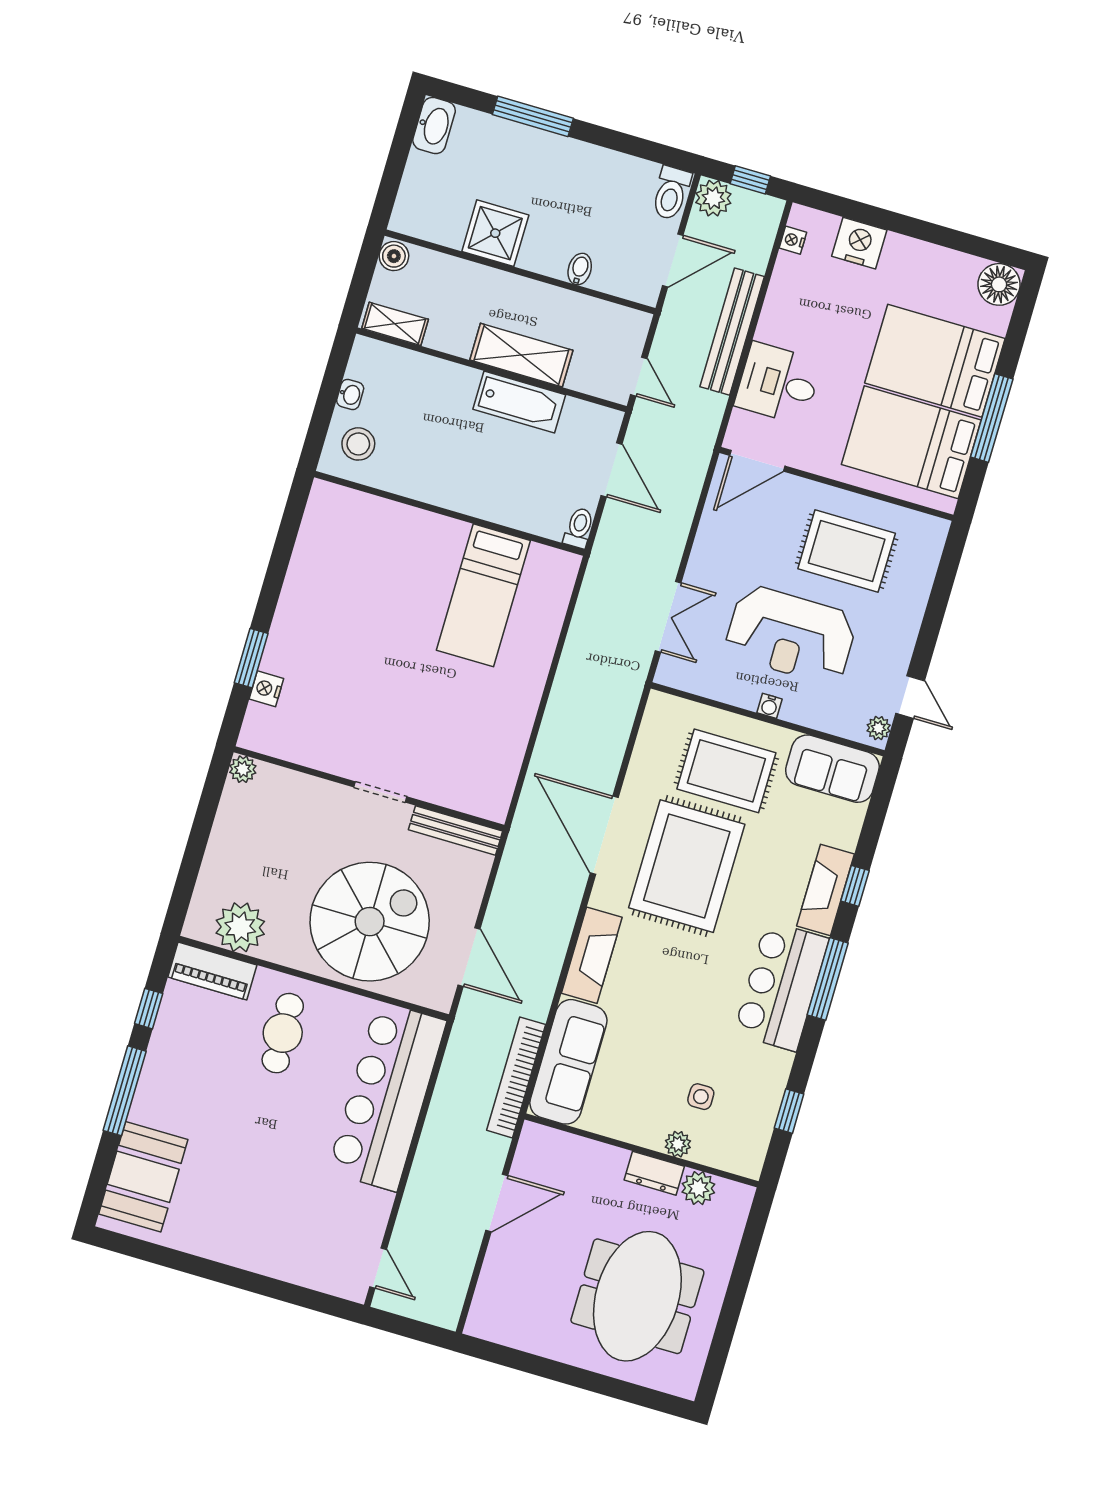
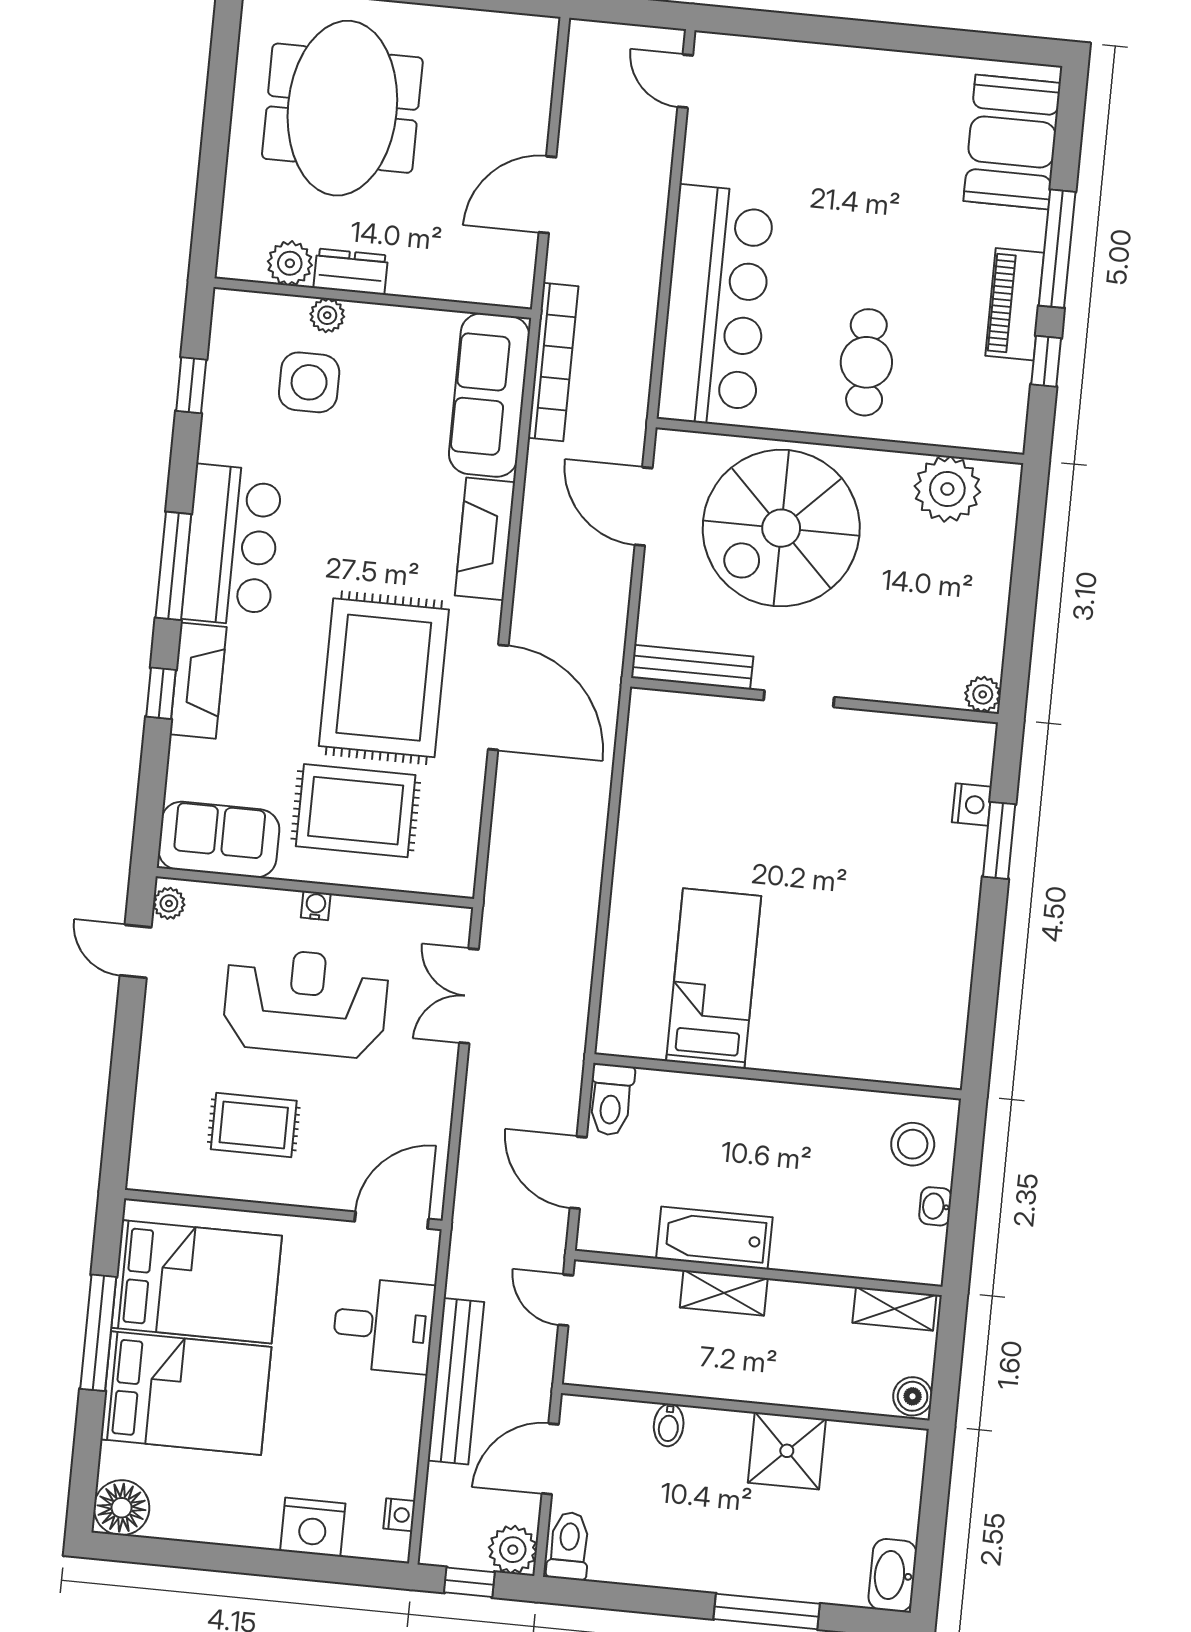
shelving: (521, 355) -> (724, 1293), width x0.67, depth x0.75
toilet: (579, 528) -> (611, 1100), width x1.37, depth x1.39
rug: (847, 551) -> (254, 1125), width x0.73, depth x0.70
piano: (212, 971) -> (1015, 304), moved, turned -90
side table: (701, 1097) -> (309, 382), width x1.87, depth x1.87

